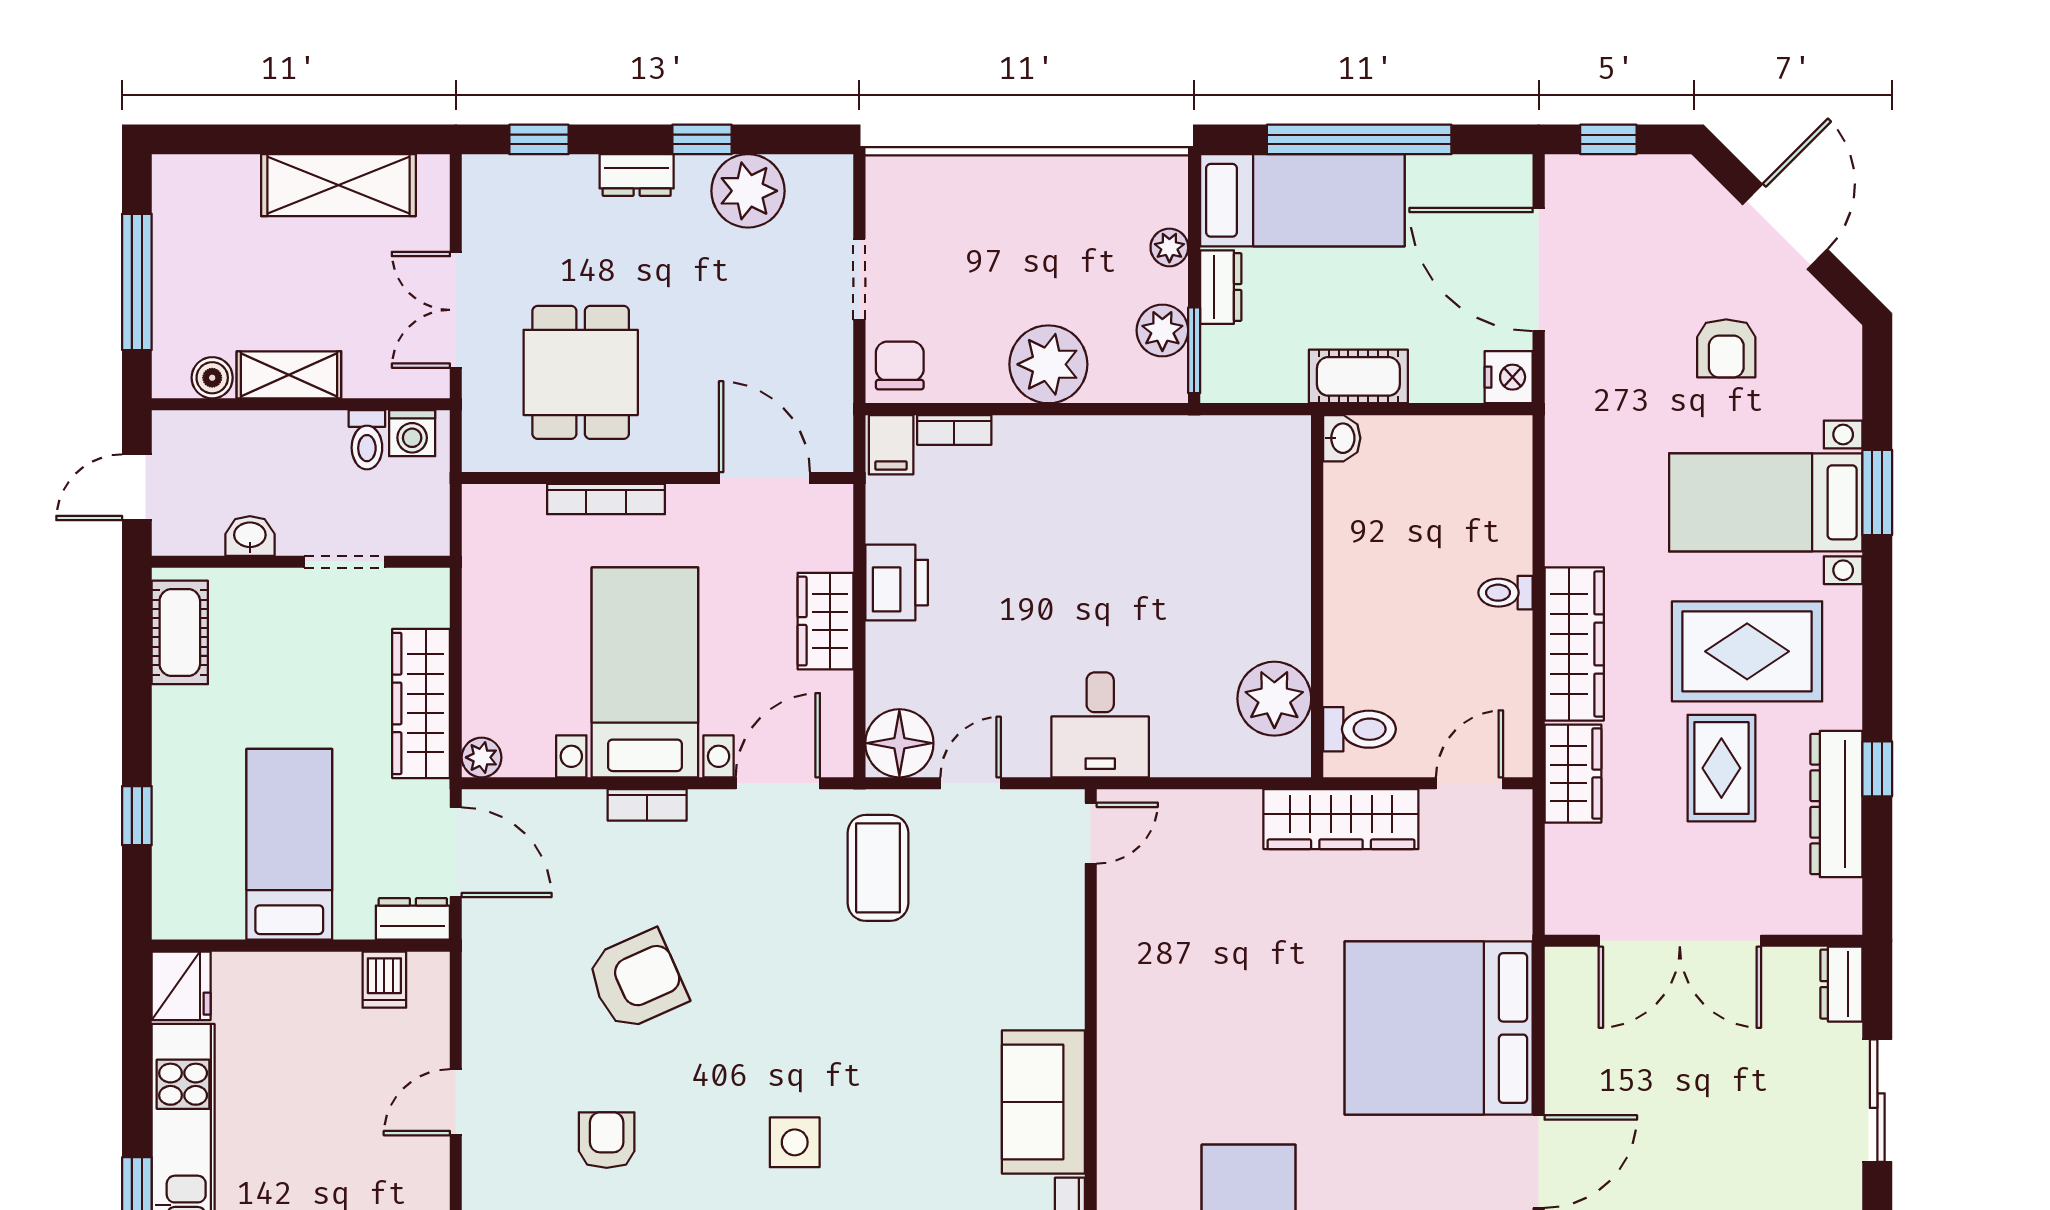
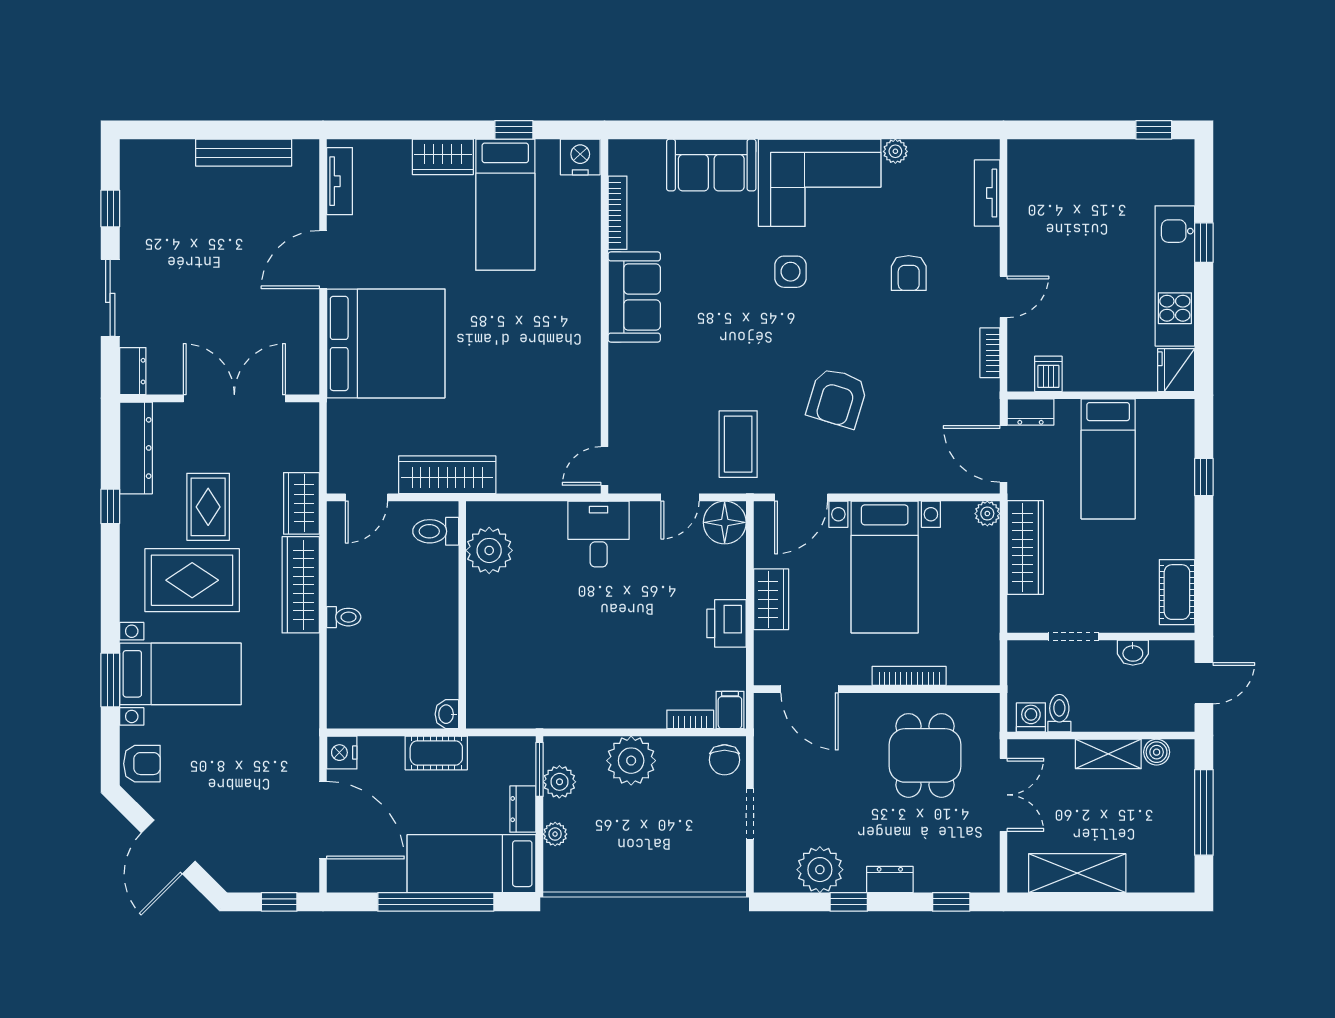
armchair: (1726, 348) -> (142, 764), moved, turned 90
dresser: (1836, 804) -> (136, 448), moved
bookcase: (647, 805) -> (990, 353), moved, turned -90
armchair: (637, 980) -> (837, 398), moved, turned -49

